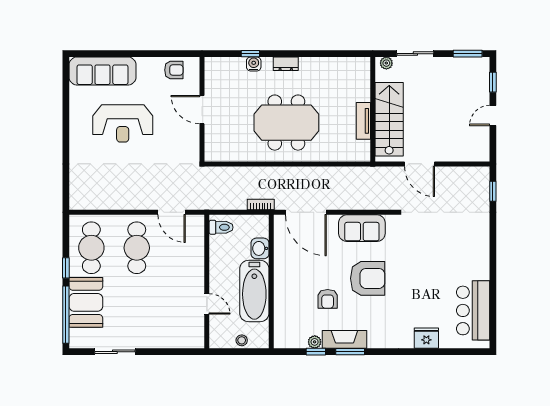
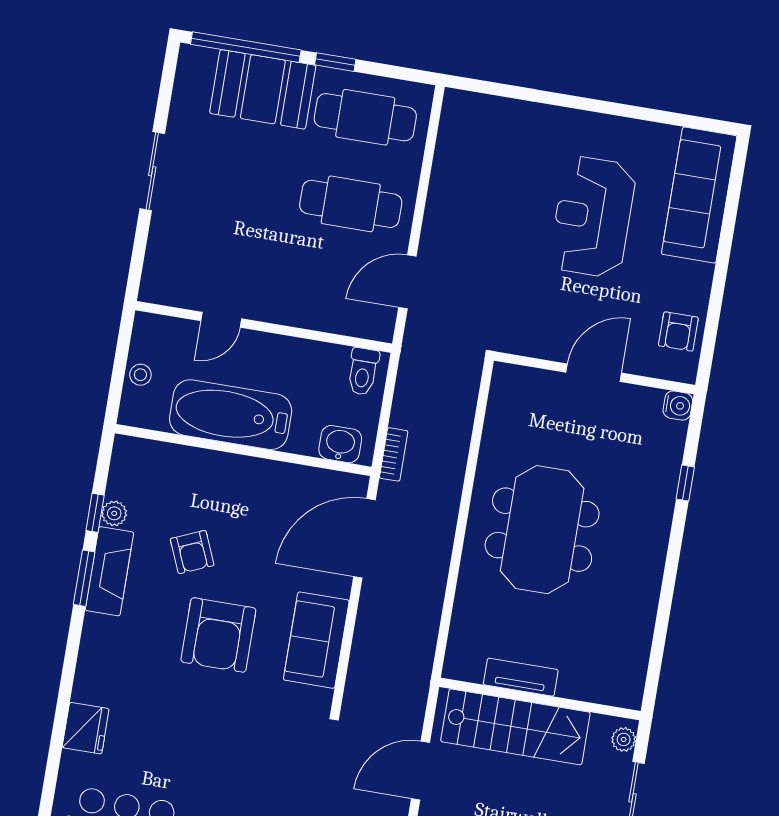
water cooler: (254, 64) -> (678, 406), moved
dresser: (286, 64) -> (654, 547), removed
washbasin: (260, 248) -> (340, 444), moved
armchair: (328, 299) -> (192, 552), turned -113
sliding door: (115, 352) -> (152, 171), moved

